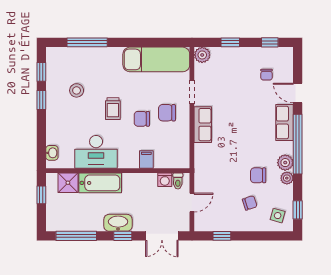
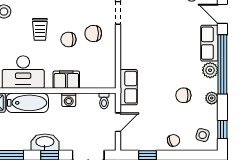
row of seats: (203, 125) -> (129, 87), moved
filing cabinet: (146, 160) -> (66, 80), width x2.00
plant: (285, 163) -> (210, 70), moved
washing machine: (165, 180) -> (69, 100), moved
chair: (250, 203) -> (173, 140), moved

